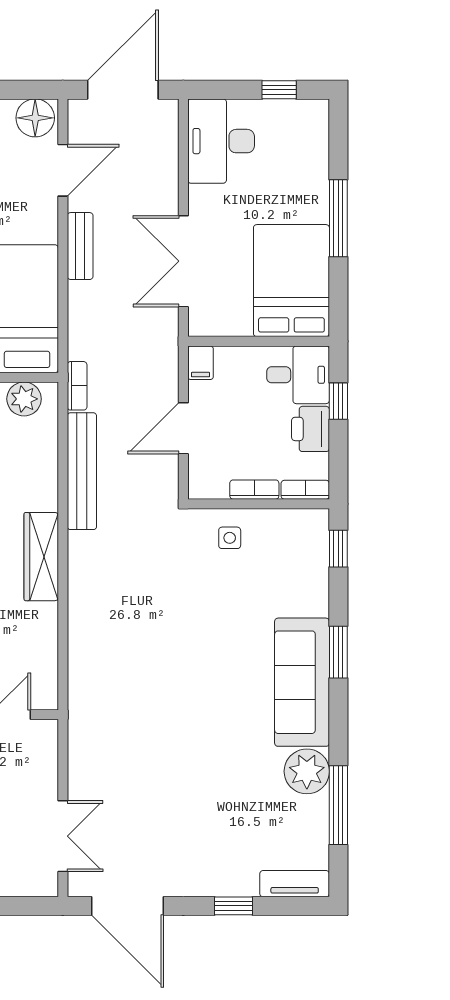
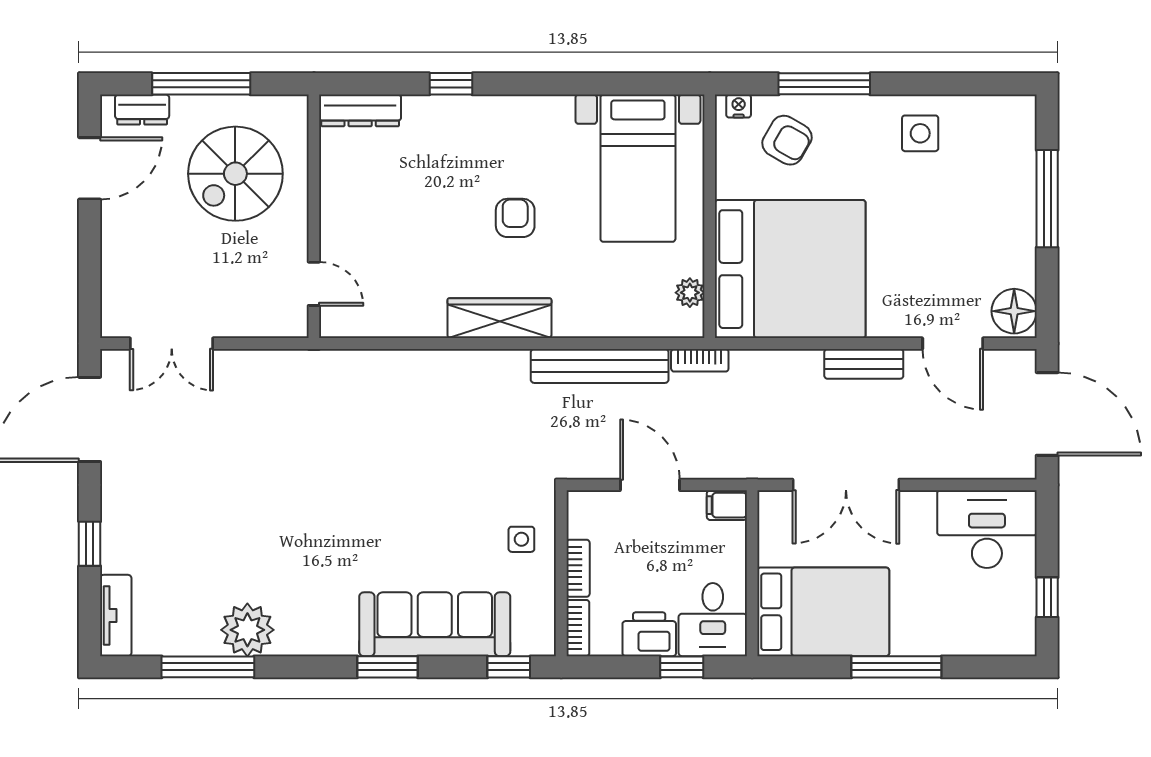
double door: (183, 261) -> (846, 485), swing flipped
plant: (24, 399) -> (690, 293), width x0.73, depth x0.73
sofa: (302, 682) -> (435, 624), moved

